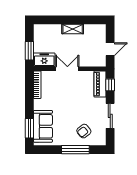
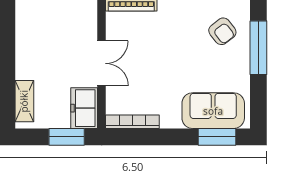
shelving: (73, 29) -> (24, 101), moved
double door: (67, 69) -> (102, 63), swing flipped

